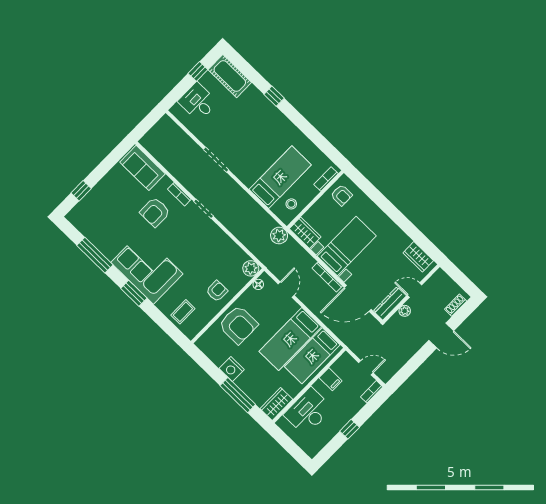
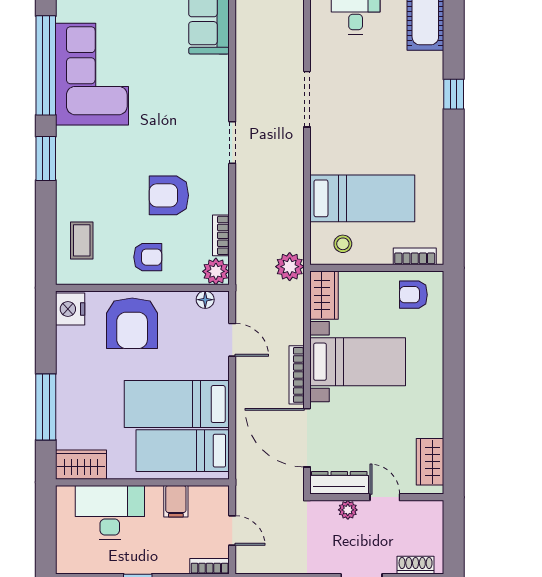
bookcase: (179, 194) -> (221, 235), moved
armchair: (341, 195) -> (413, 295), turned 90
armchair: (155, 212) -> (169, 195), moved
window: (95, 255) -> (46, 65), width x1.46
corner sofa: (147, 268) -> (92, 74), moved
door: (286, 290) -> (232, 340), hinge flipped
coffee table: (183, 312) -> (82, 240), turned 90
nightstand: (232, 369) -> (70, 309), moved

